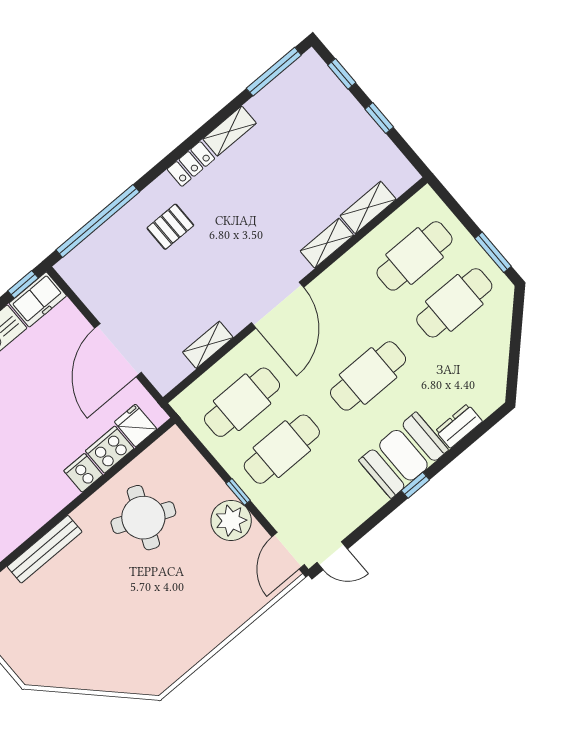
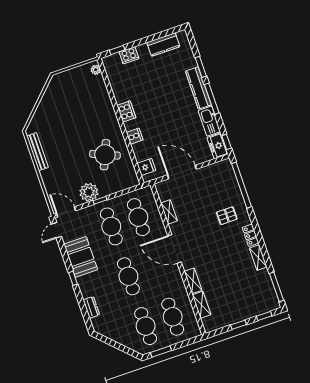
pallet: (170, 227) -> (227, 216), turned 90
cooker: (110, 450) -> (126, 111), moved
booth: (403, 455) -> (81, 257), moved
bench: (45, 549) -> (37, 152), moved

